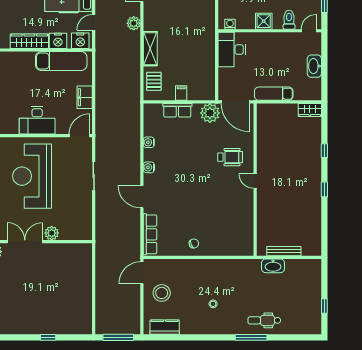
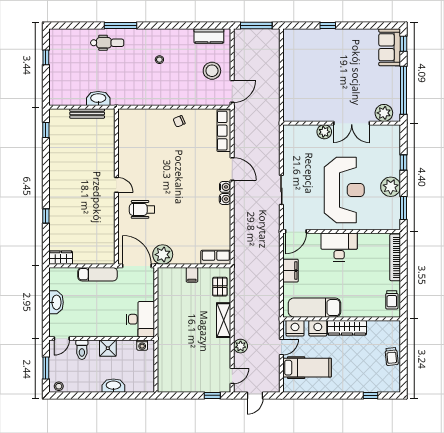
row of seats: (177, 110) -> (216, 257), moved
water cooler: (149, 142) -> (225, 187), moved
window: (324, 189) -> (46, 130), moved

